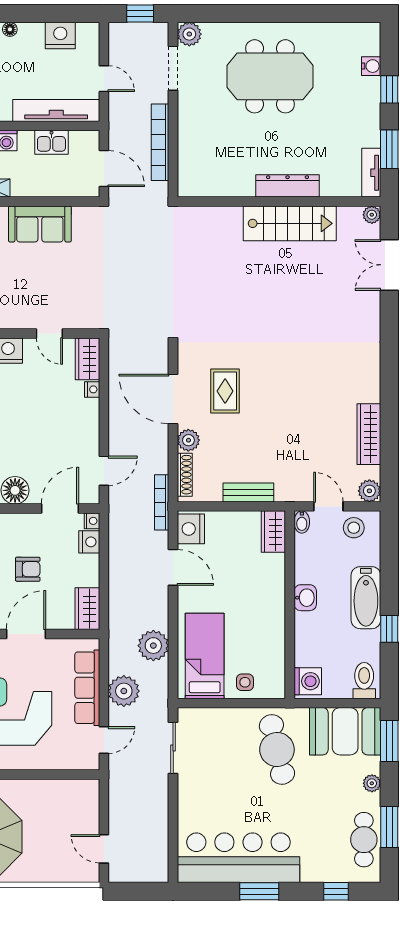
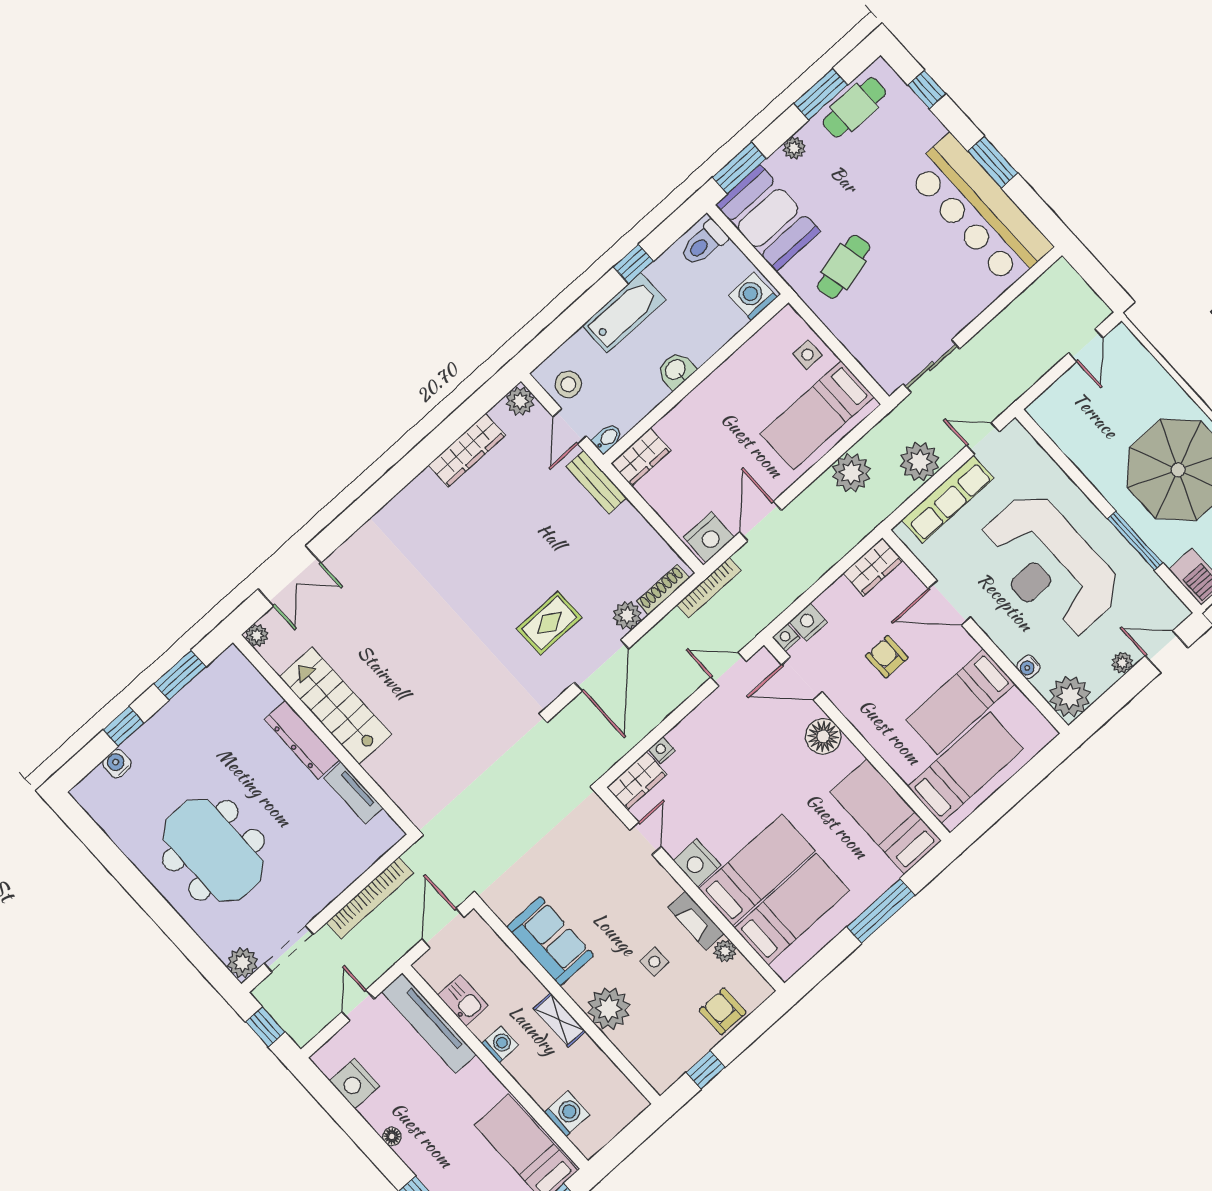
tv unit: (371, 173) -> (353, 793), moved, turned 90
bench: (248, 492) -> (596, 482), moved
cafe table: (277, 749) -> (844, 267), width x0.73, depth x0.74

